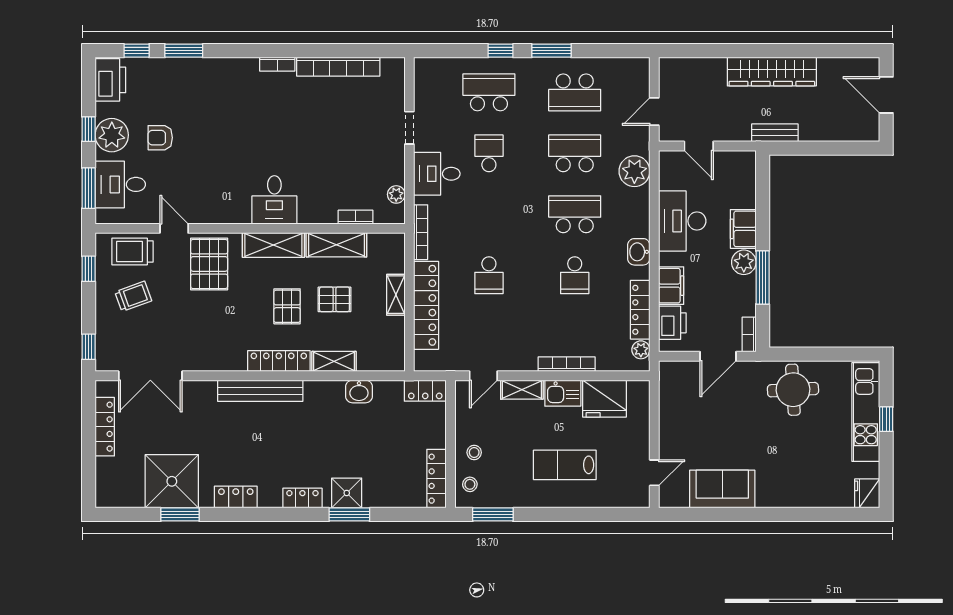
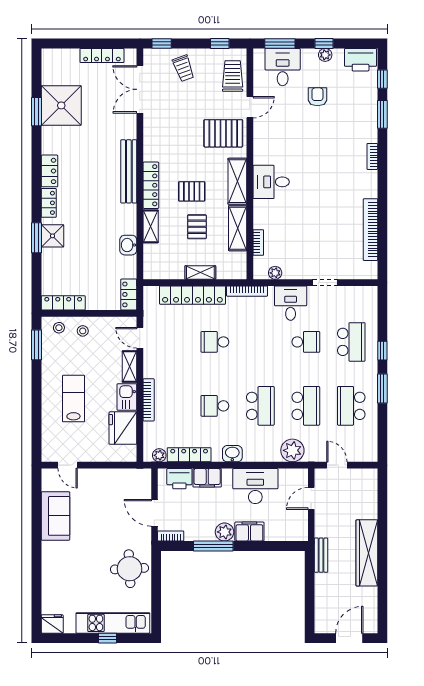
bookcase: (277, 64) -> (372, 156), moved
plant: (112, 135) -> (325, 55), width x0.53, depth x0.53
trolley: (133, 296) -> (183, 68), moved
locker: (236, 497) -> (49, 171), moved

